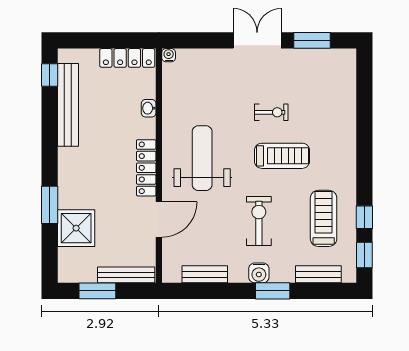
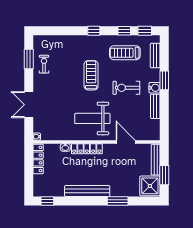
double door: (257, 40) -> (29, 105), moved
bench: (68, 105) -> (87, 191), moved
exercise bike: (271, 112) -> (44, 64), moved
window: (364, 161) -> (94, 31), added
locker: (146, 168) -> (87, 149), moved
shower: (76, 228) -> (150, 186), moved
bench: (205, 274) -> (155, 106), moved

